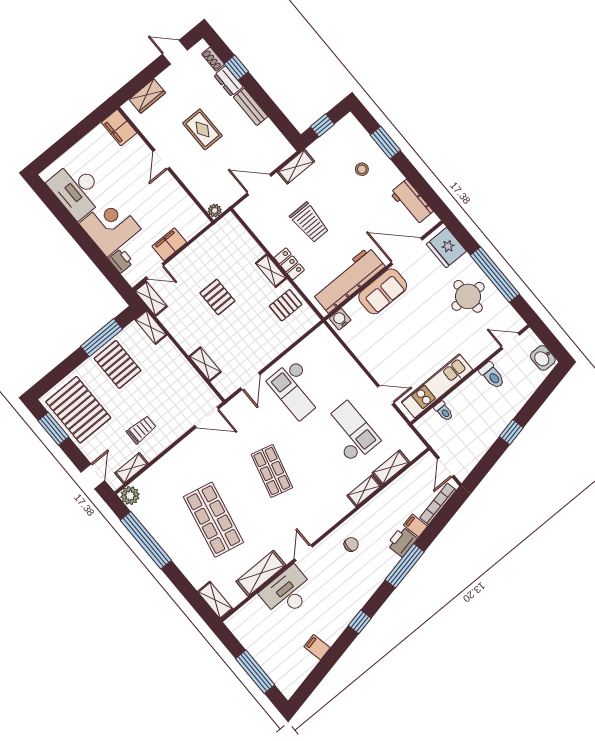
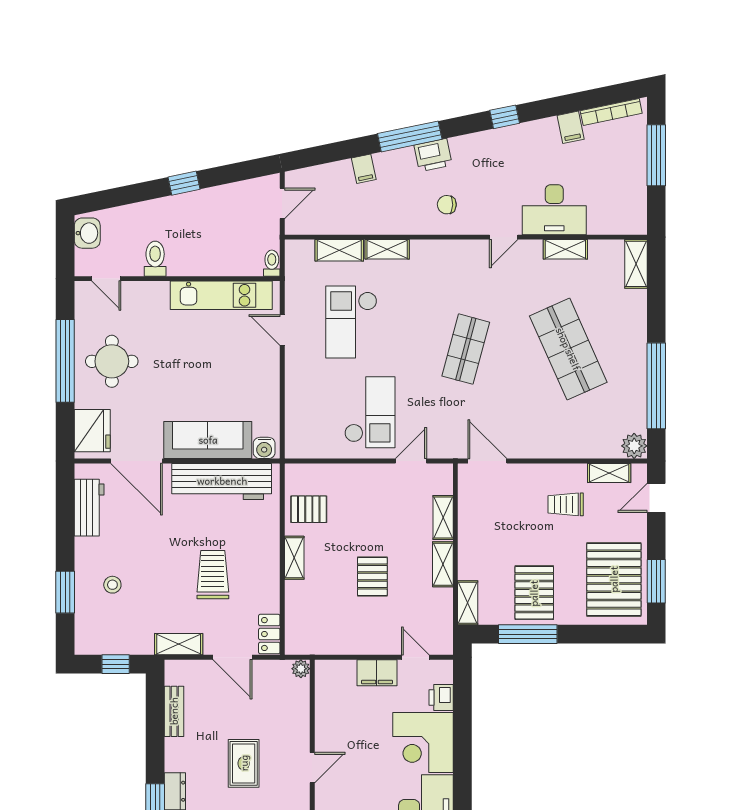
bench: (251, 107) -> (174, 711), moved
locker: (289, 264) -> (269, 634), moved
sofa: (383, 291) -> (208, 440), width x1.36
shelving: (151, 299) -> (443, 564), moved
toilet: (444, 411) -> (272, 263), moved
bookcase: (438, 504) -> (611, 112), moved
shop shelf: (213, 520) -> (568, 349), turned -36
printer: (402, 542) -> (433, 155), moved
shelving: (261, 573) -> (565, 249), width x0.67, depth x0.75

